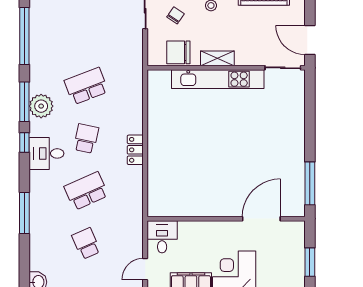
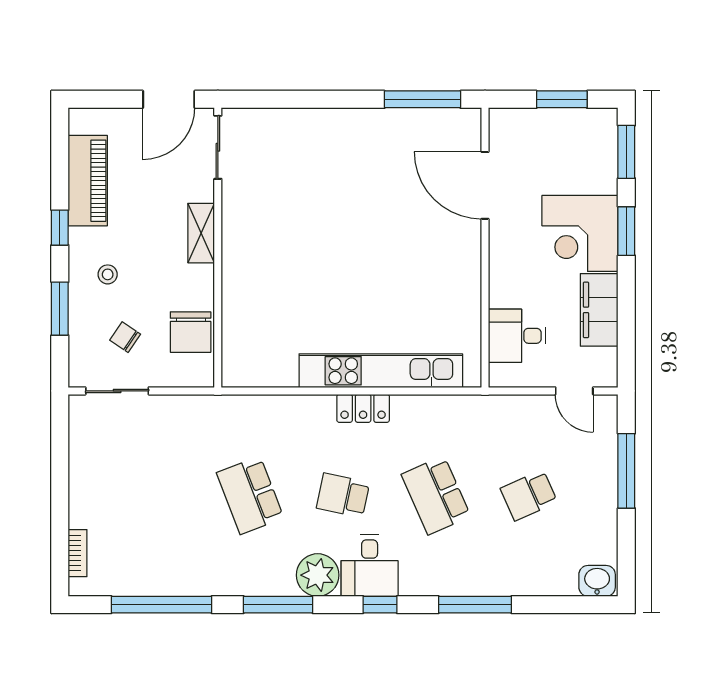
shelving: (217, 58) -> (201, 233), moved
kitchen unit: (218, 79) -> (381, 371), moved, turned -90
plant: (41, 106) -> (318, 575), moved
window: (24, 142) -> (380, 605), moved
desk: (162, 237) -> (517, 336), moved

